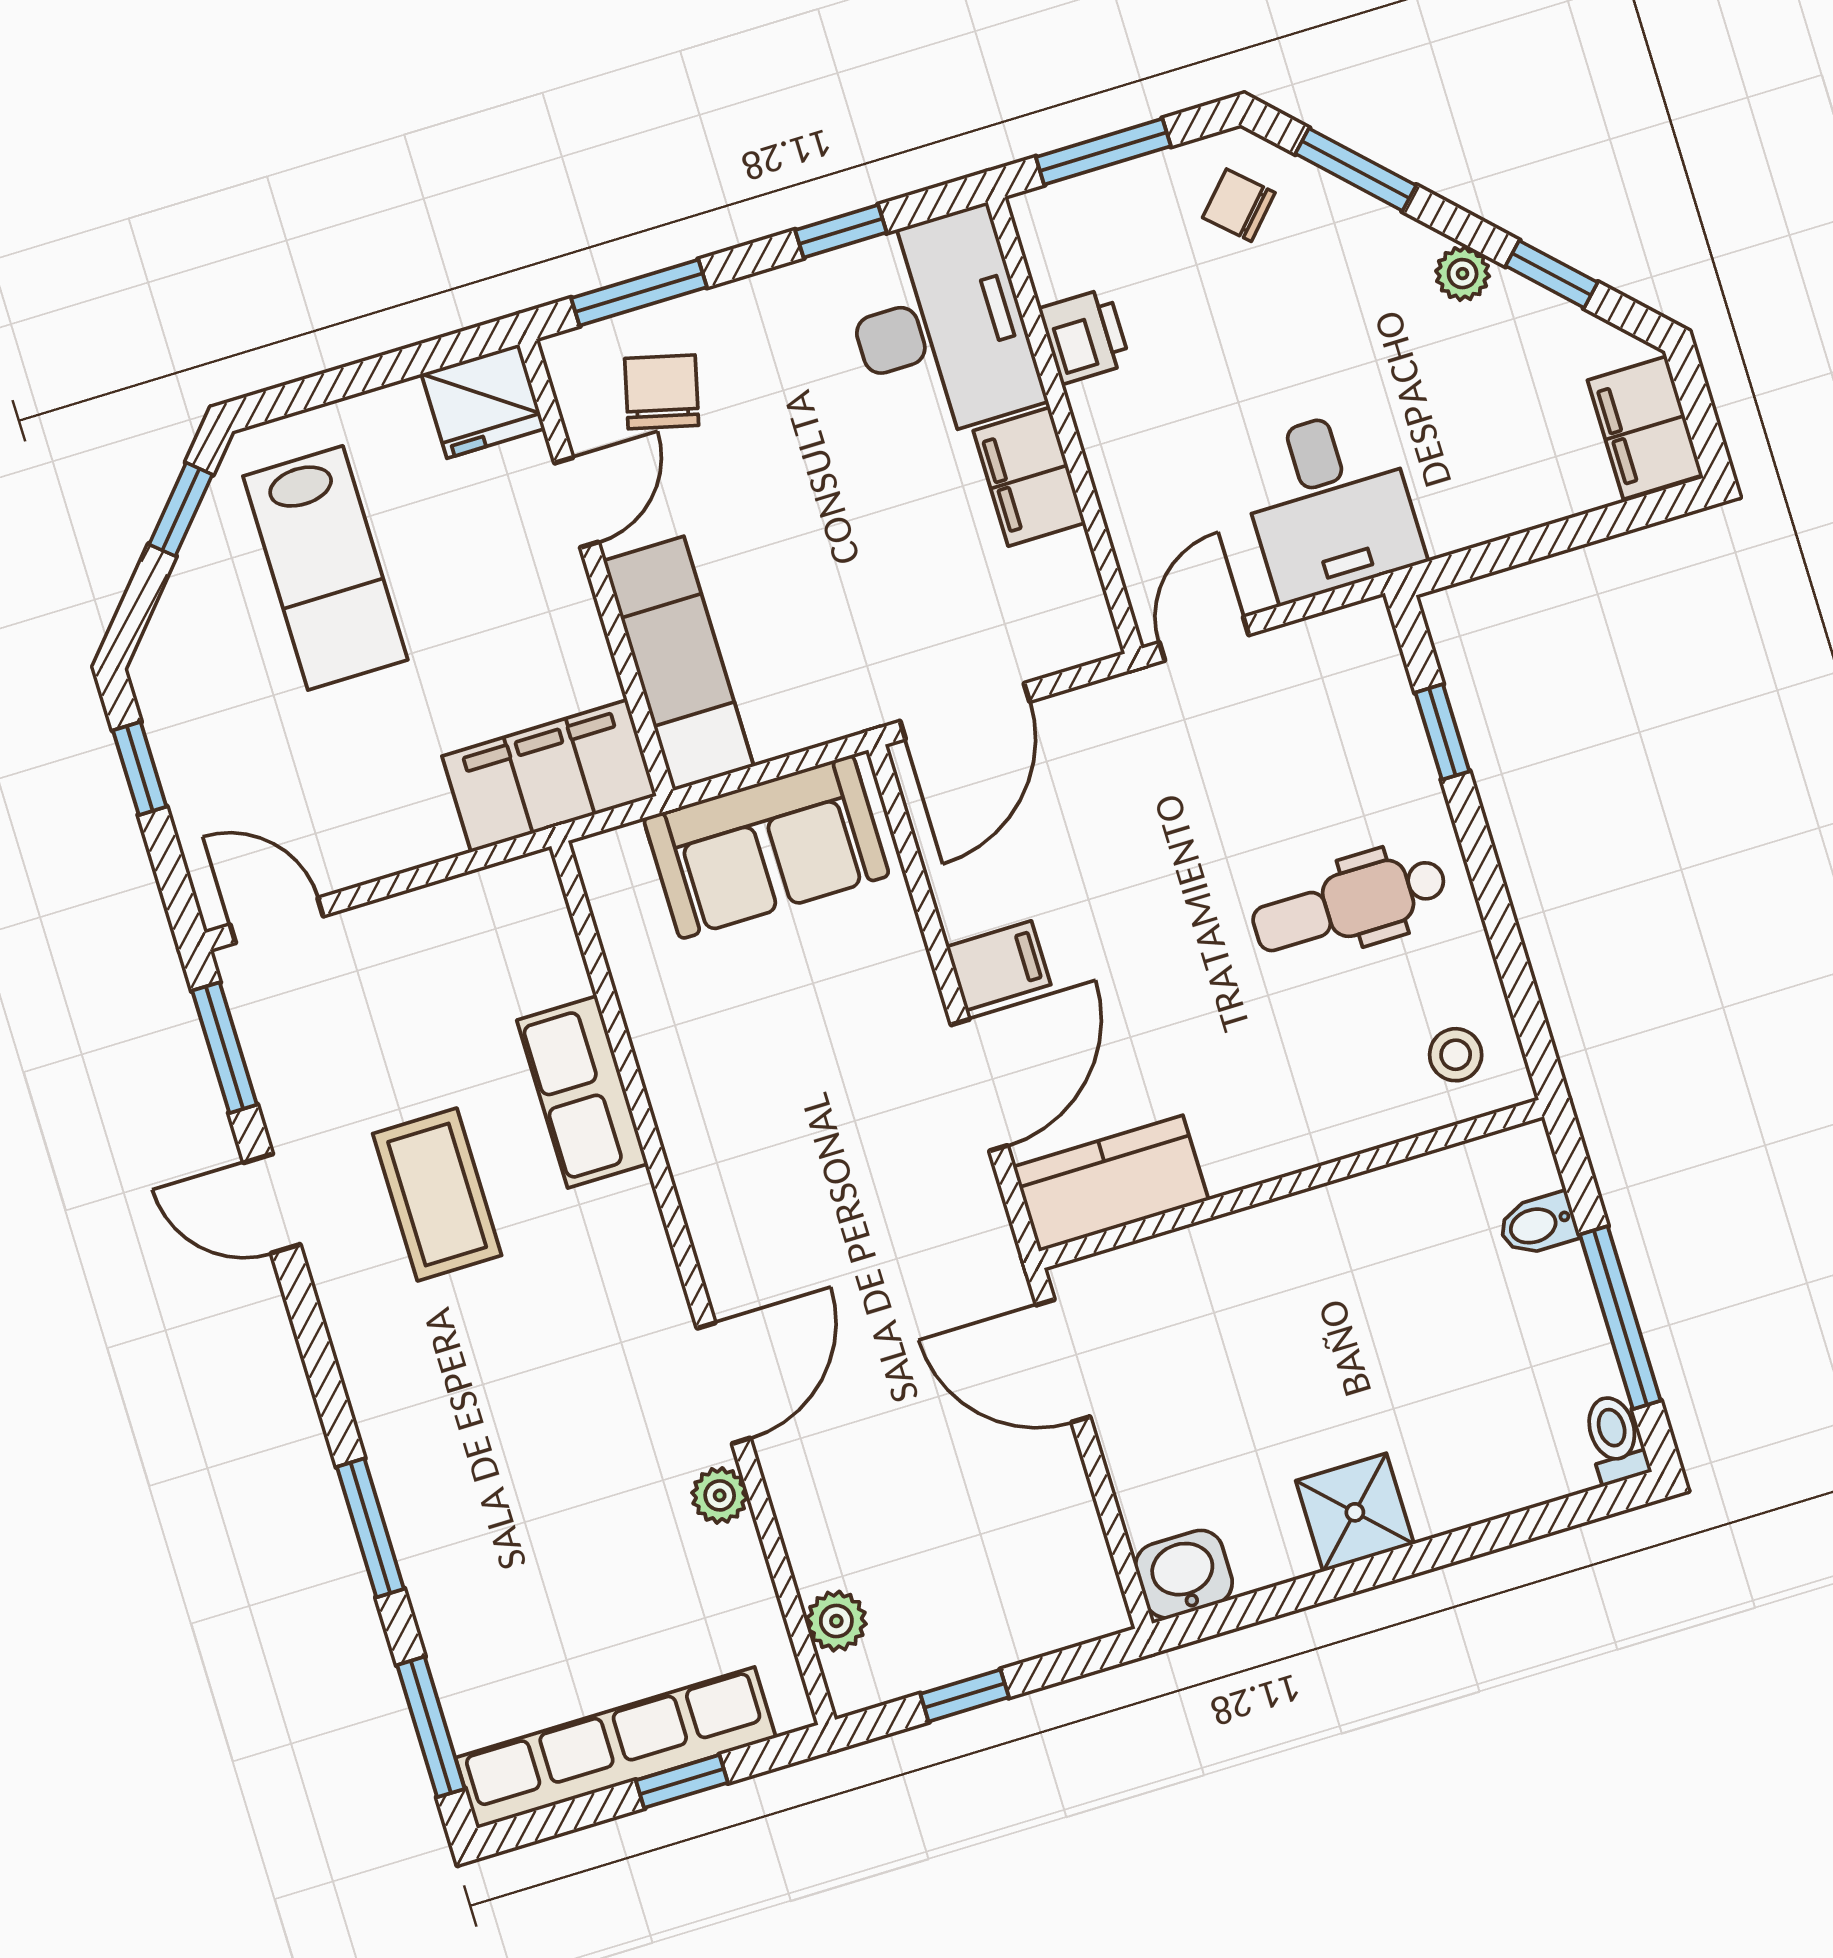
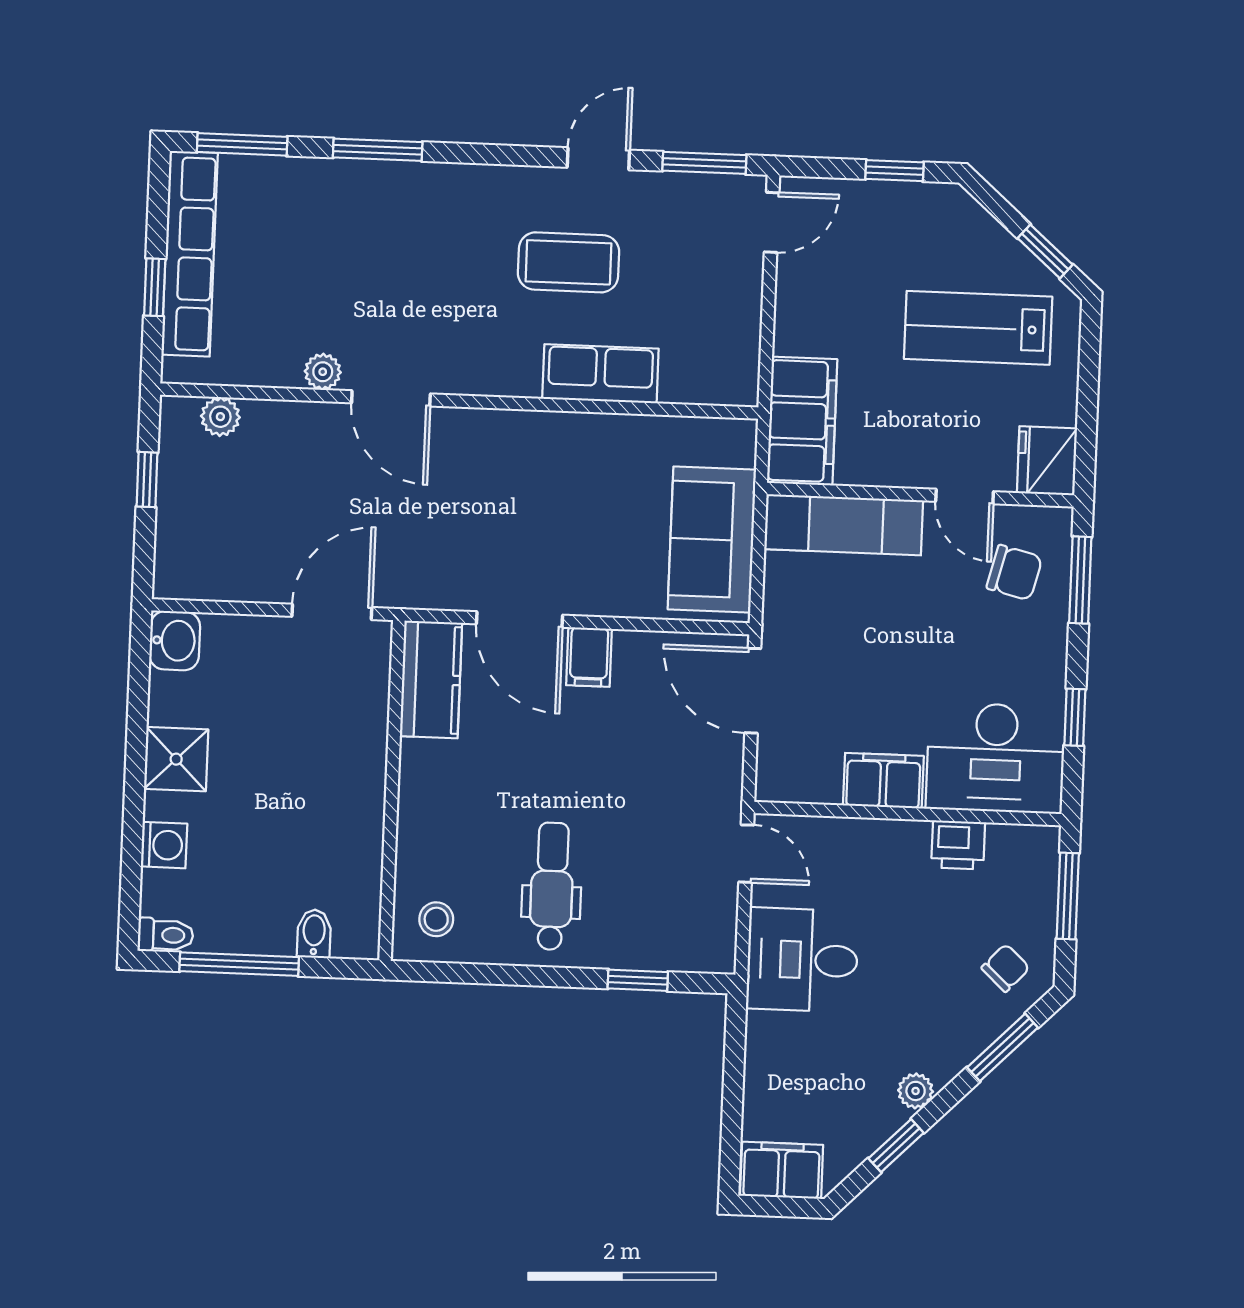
washing machine: (1485, 1486) -> (164, 845), added

